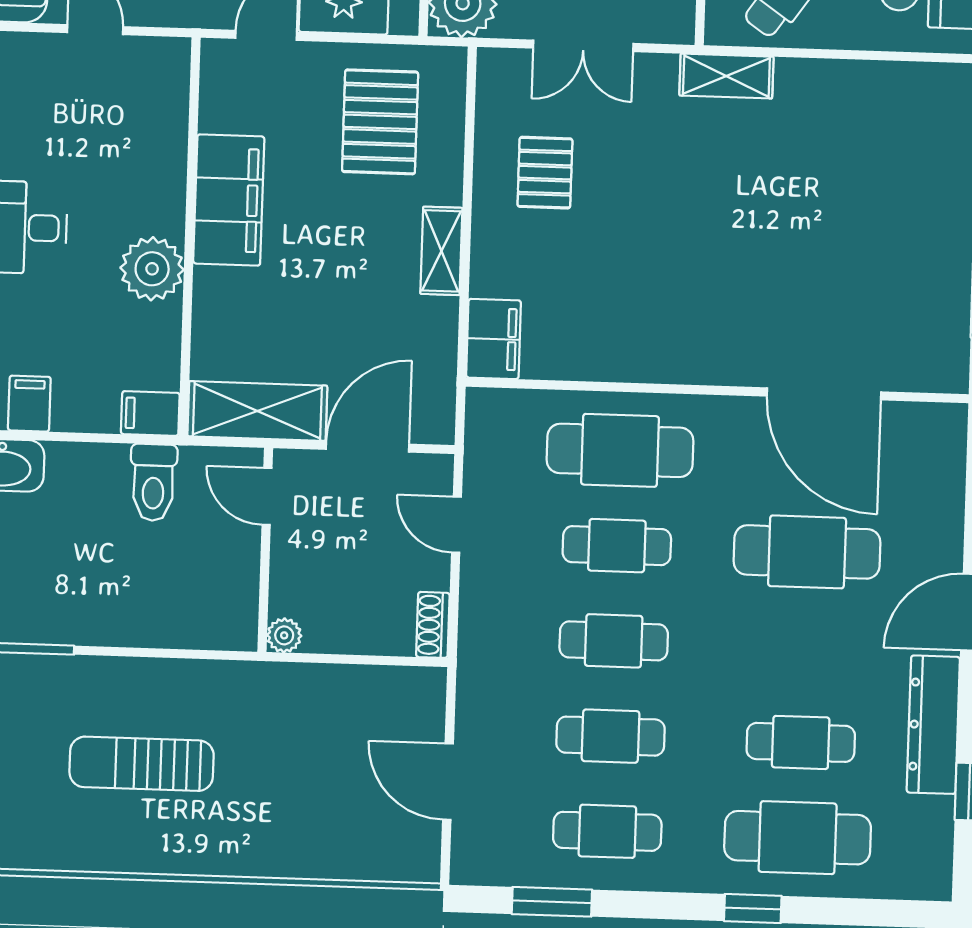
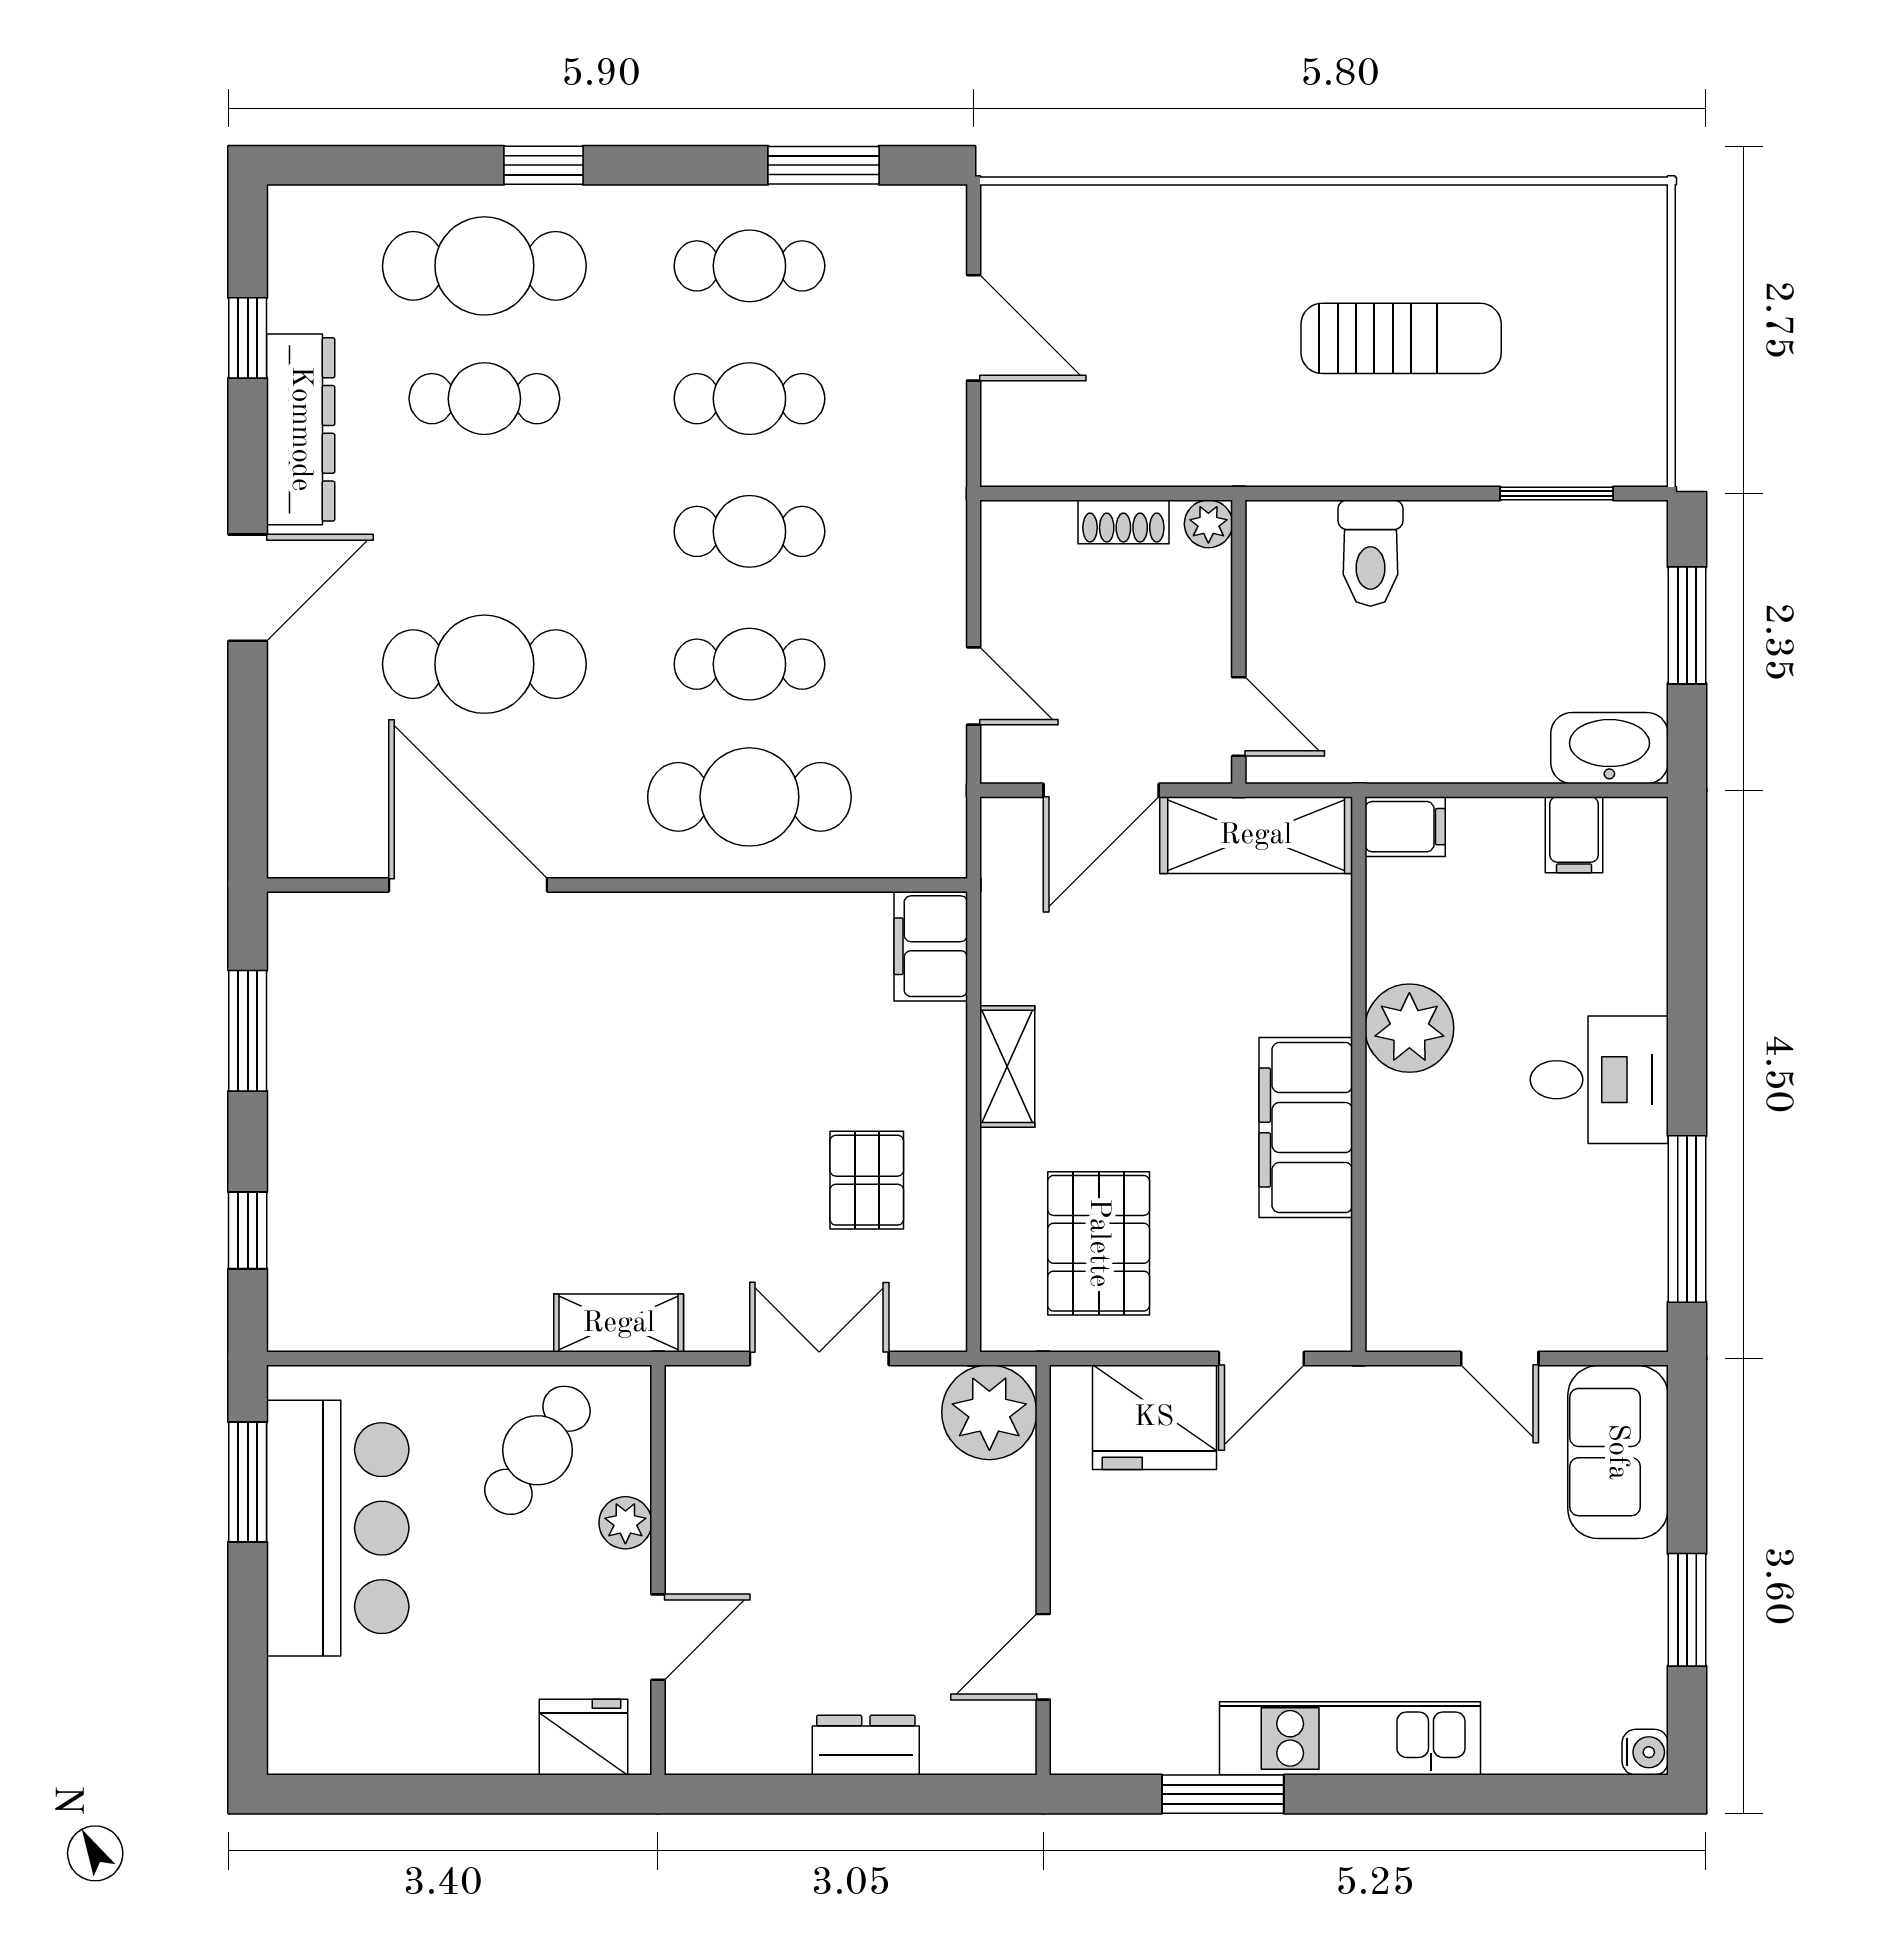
toilet: (153, 482) -> (1370, 553), moved, turned 180
shoe rack: (433, 625) -> (1123, 522), moved, turned 90

